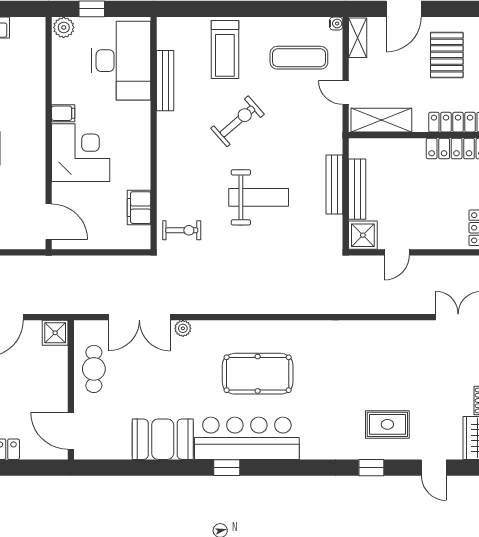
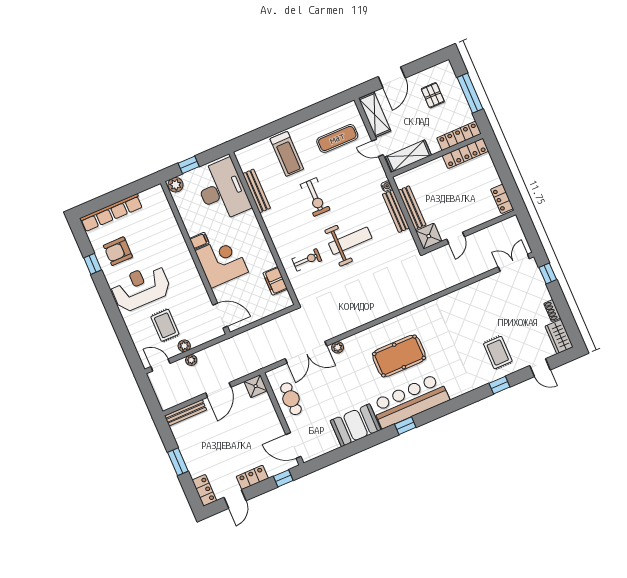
water cooler: (336, 24) -> (386, 186), moved
shelving: (358, 38) -> (375, 115), width x1.50, depth x1.33
pallet: (447, 55) -> (433, 95), width x0.67, depth x0.71
exercise bike: (238, 121) -> (315, 197), turned 131
exercise bike: (182, 230) -> (307, 260), moved
rug: (387, 424) -> (498, 353), turned 90
window: (40, 468) -> (283, 478), added

